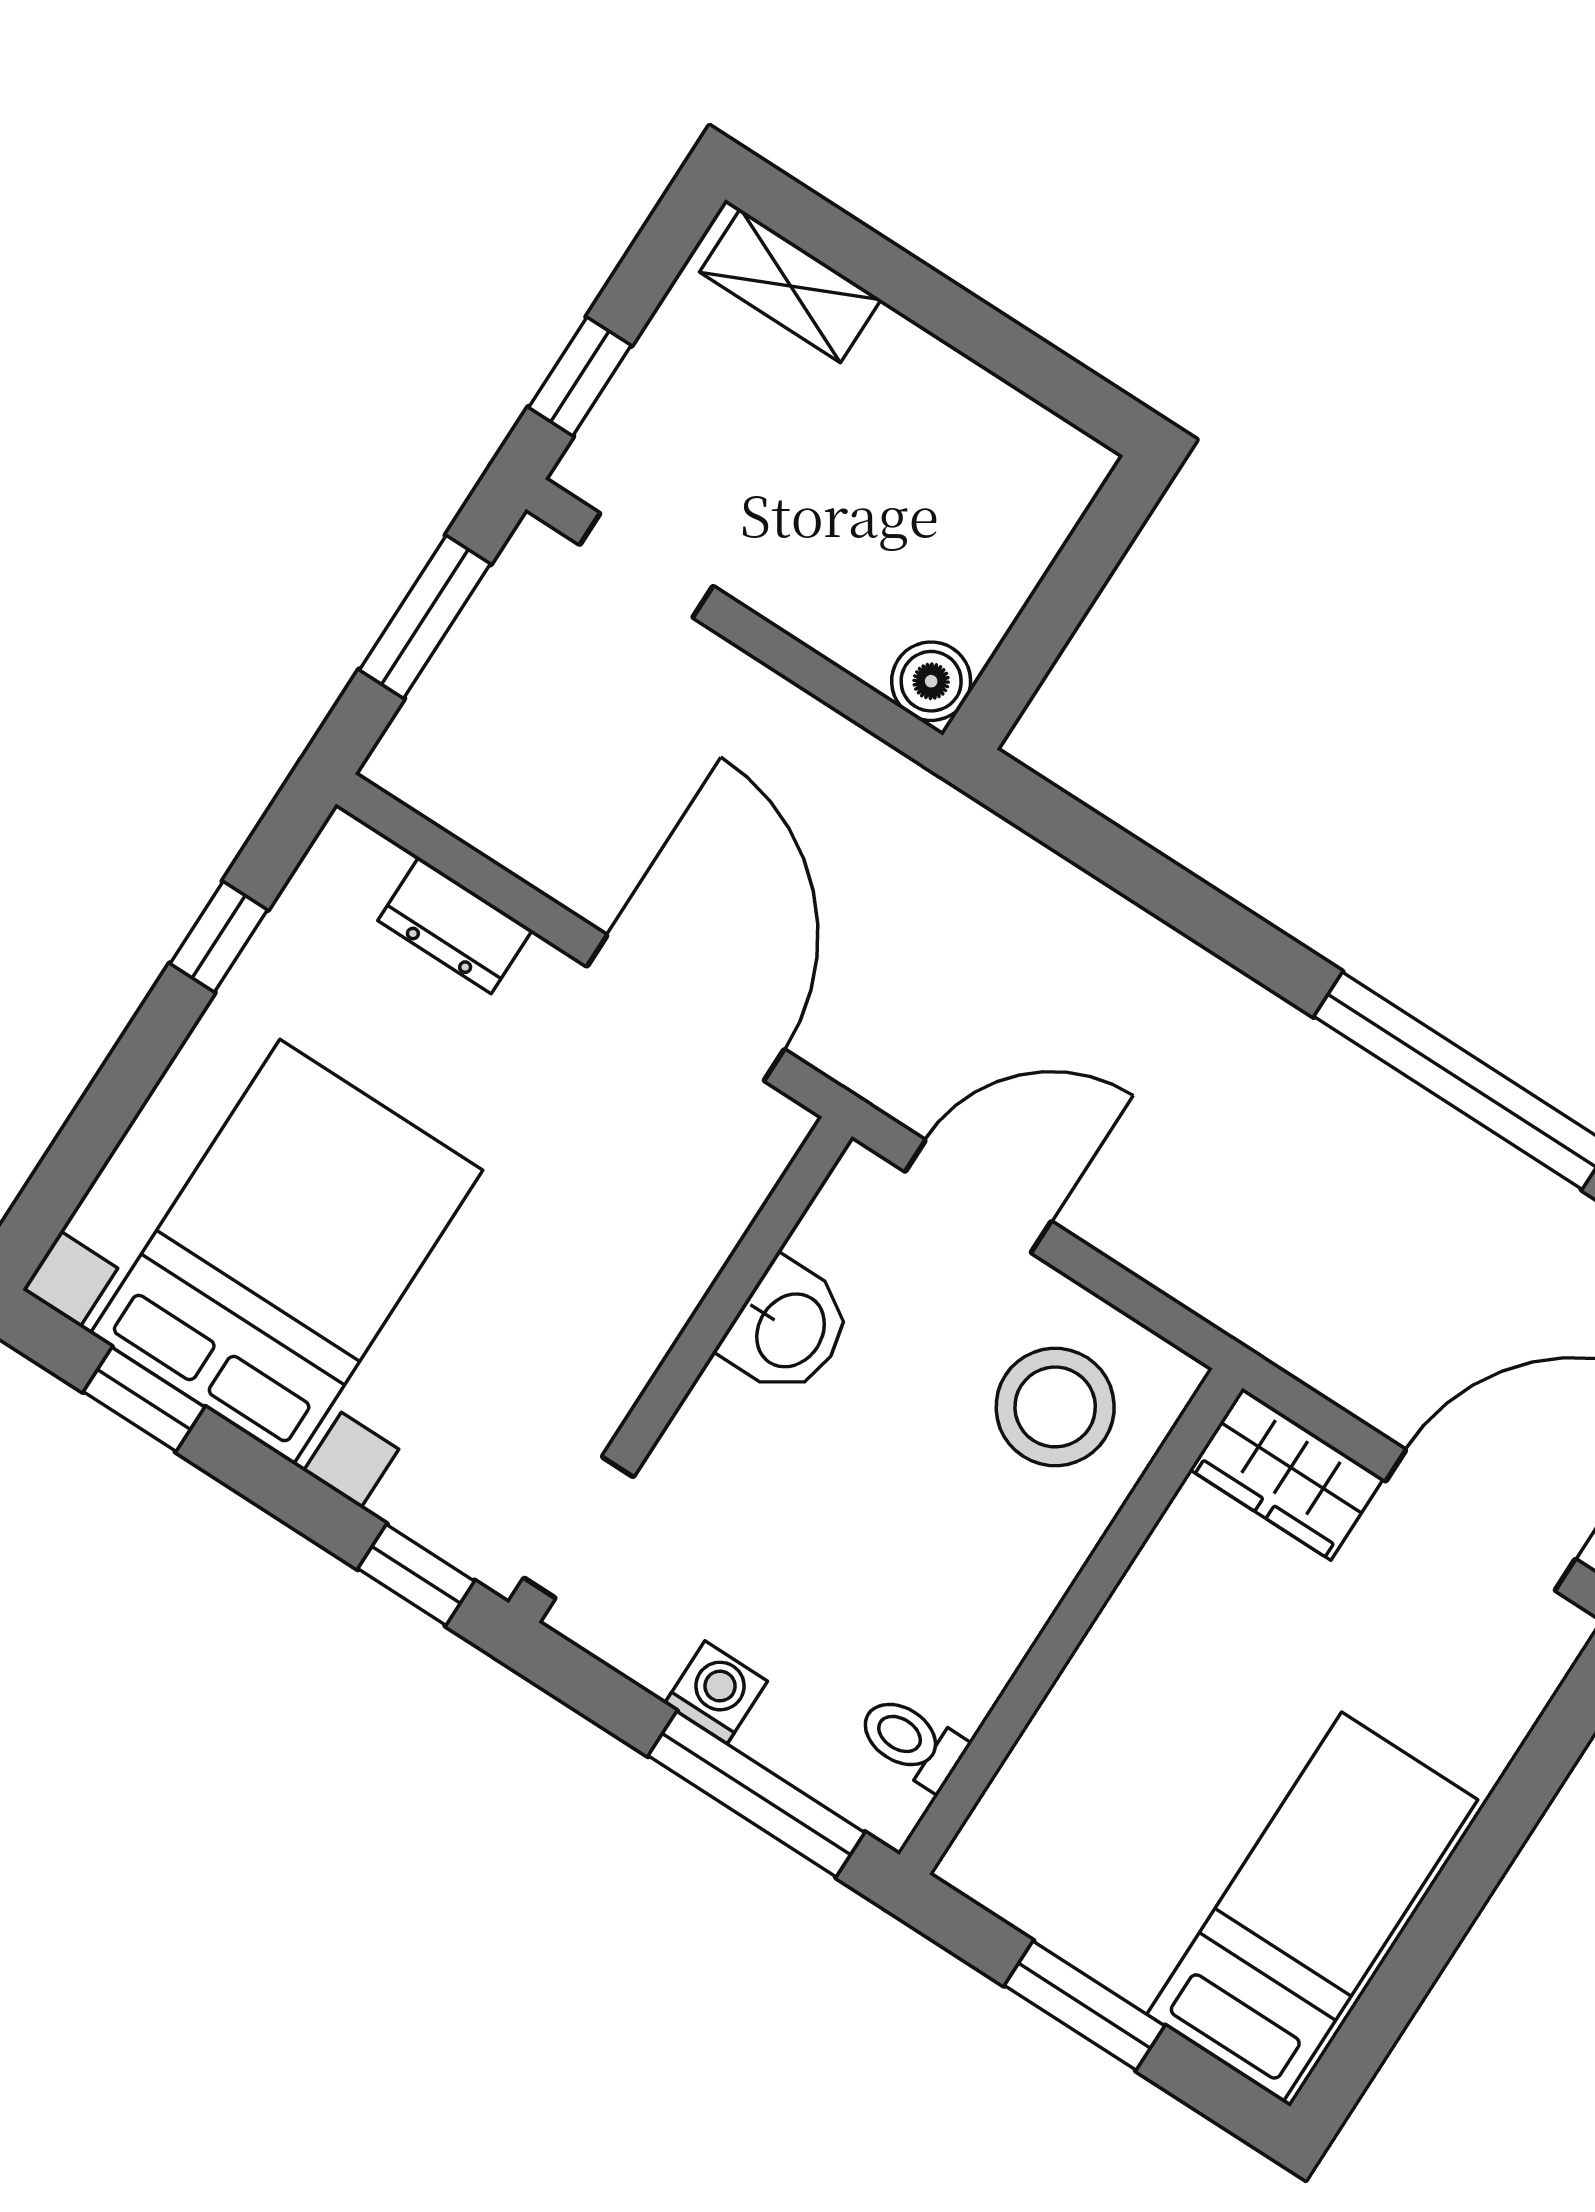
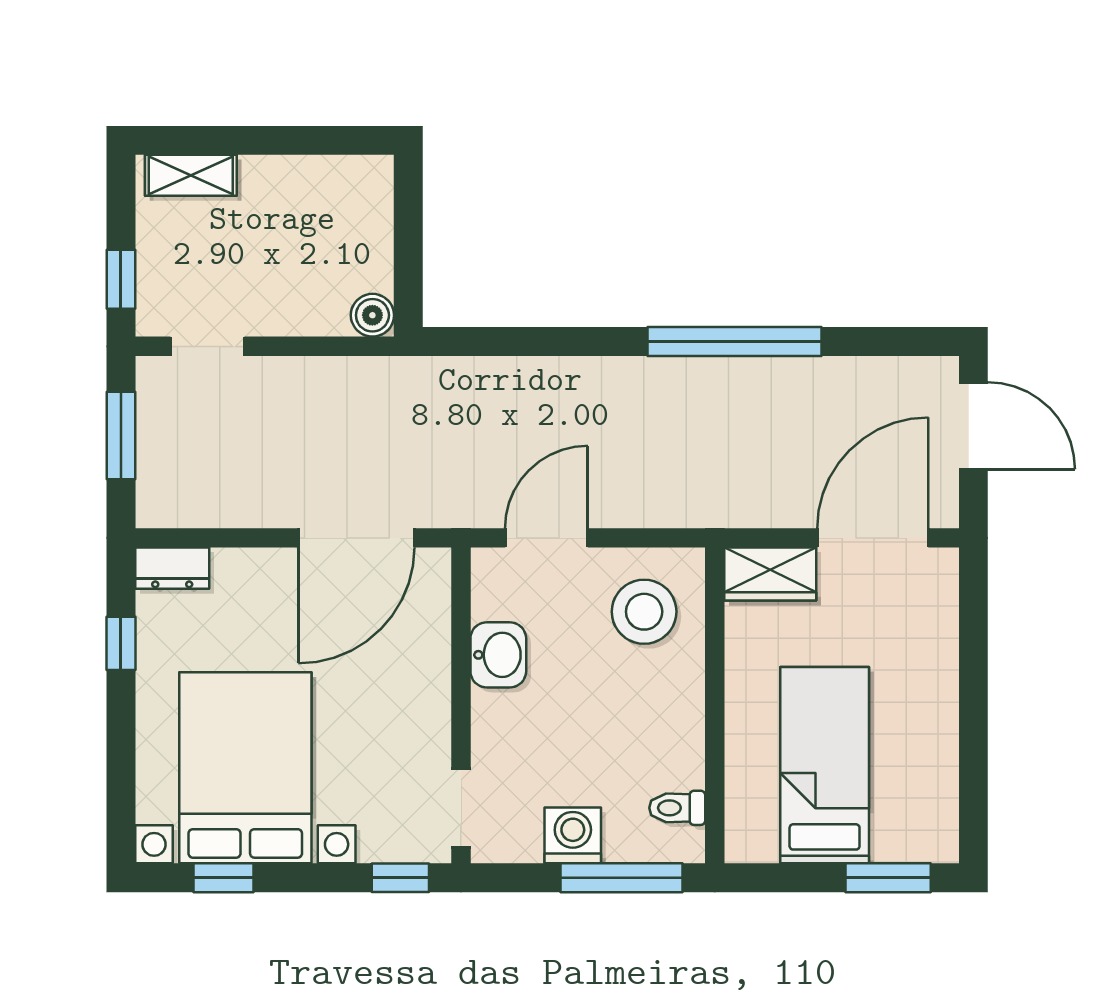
dresser: (455, 925) -> (172, 568), moved
door: (686, 1008) -> (356, 538), swing flipped
washing machine: (716, 1692) -> (573, 835), width x1.38, depth x1.38
bed: (1312, 1907) -> (825, 765), moved
window: (1085, 2006) -> (888, 878), moved

